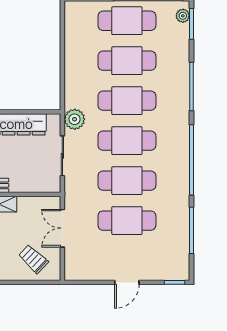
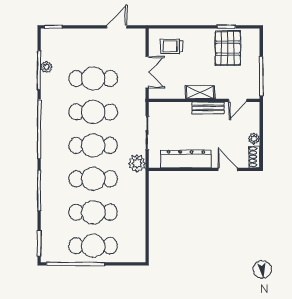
plant: (183, 16) -> (46, 67), moved
trolley: (33, 259) -> (171, 46), turned 137
door: (127, 282) -> (117, 27), moved

